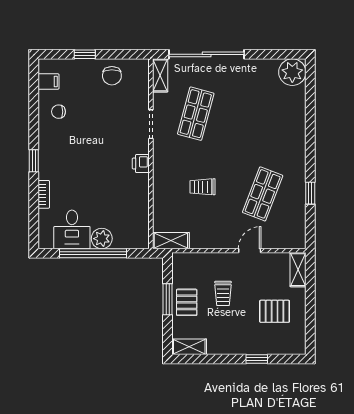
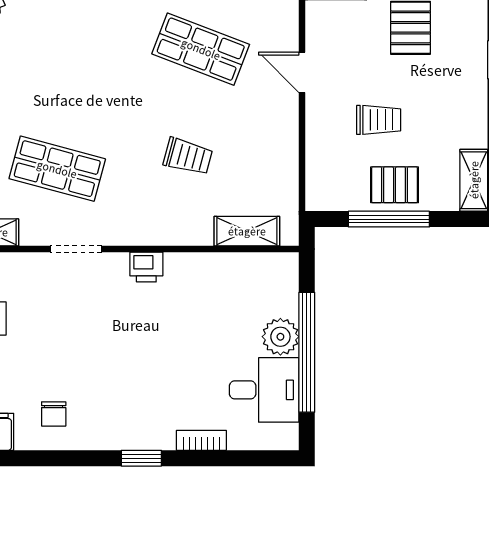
trolley: (203, 187) -> (188, 156), turned -75
shelving: (171, 241) -> (247, 231), moved, turned 90
window: (168, 299) -> (389, 219), width x1.44

